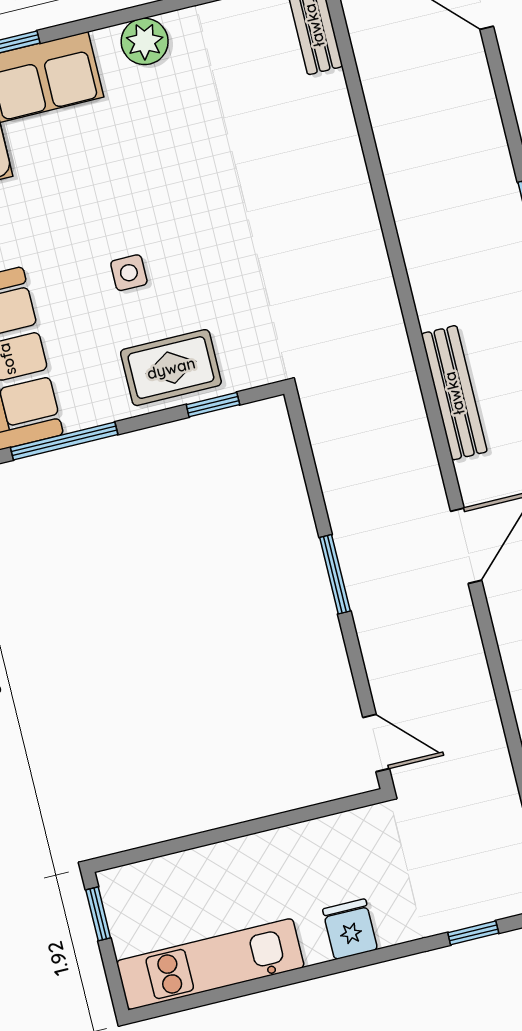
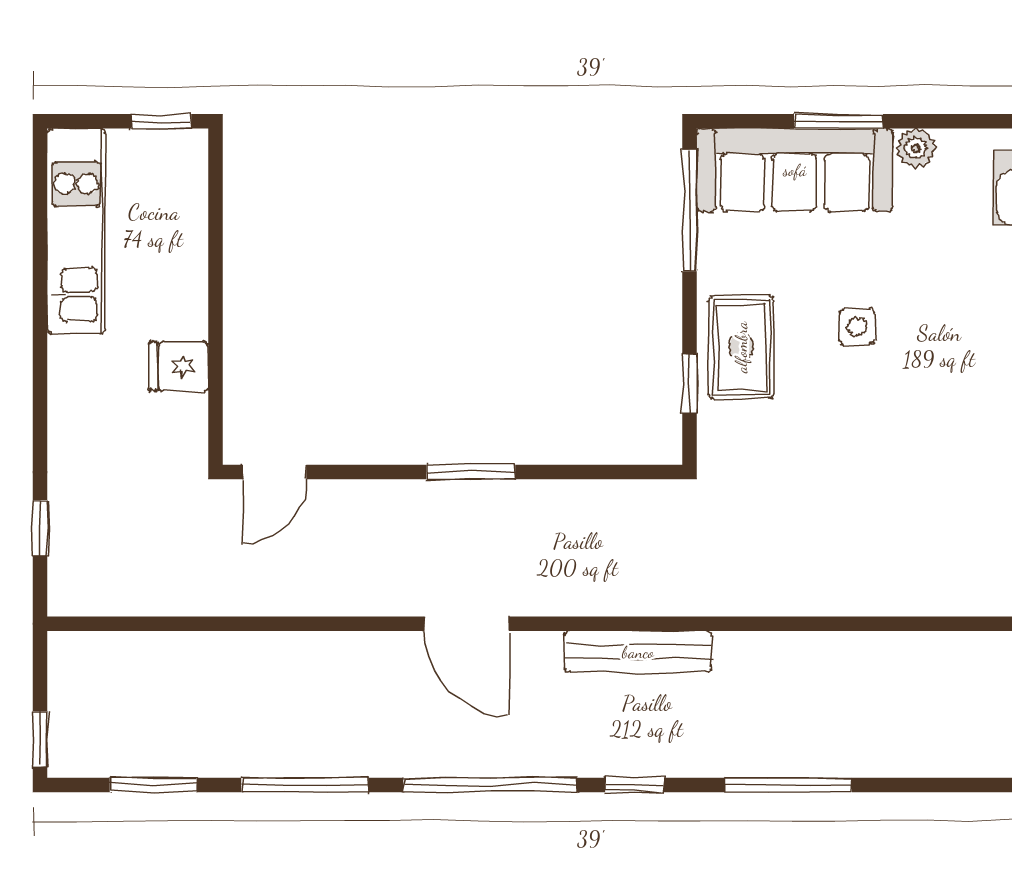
fridge: (350, 929) -> (179, 366), moved, turned 180

